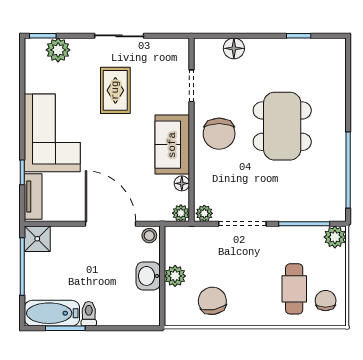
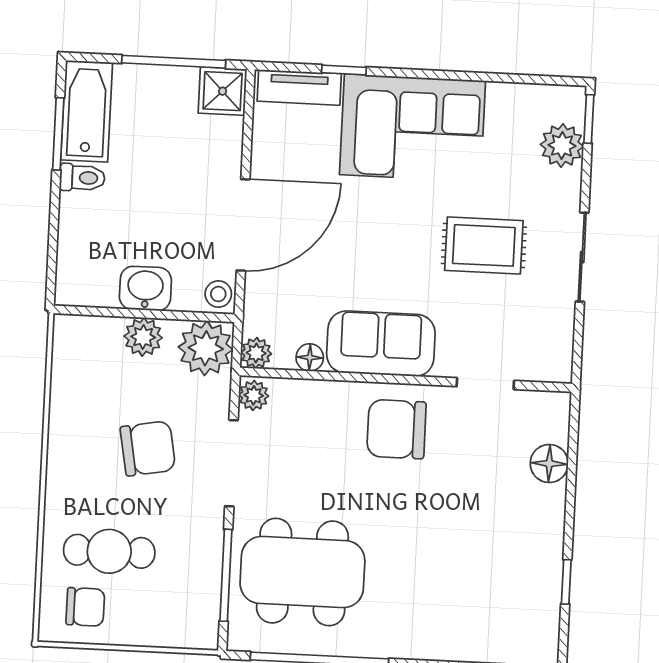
dining table: (282, 126) -> (302, 572), moved
plant: (335, 237) -> (206, 348), moved, width x1.36, depth x1.36
chair: (212, 301) -> (148, 448), moved

